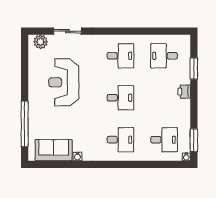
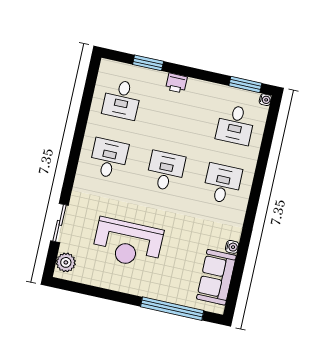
desk: (164, 140) -> (235, 125), turned 180

